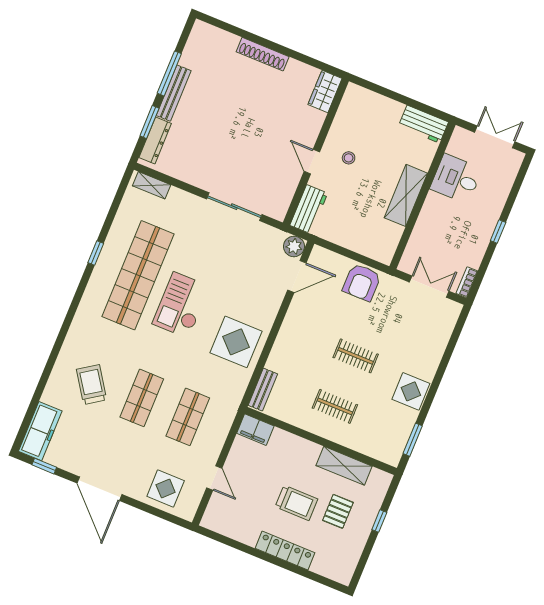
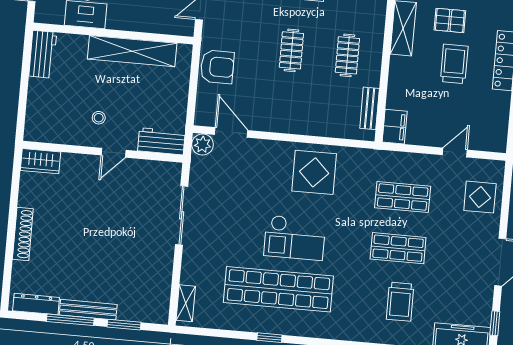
dresser: (155, 141) -> (36, 304), moved
shelving: (406, 195) -> (132, 51), width x1.47
trolley: (92, 385) -> (400, 302), turned -56
bench: (263, 390) -> (370, 108), moved, turned 90

